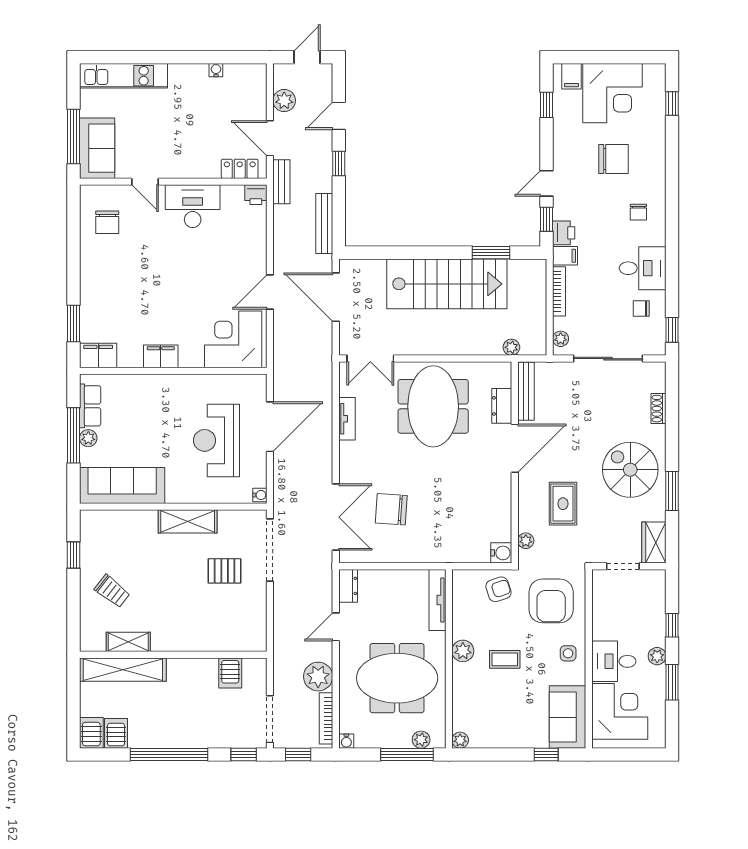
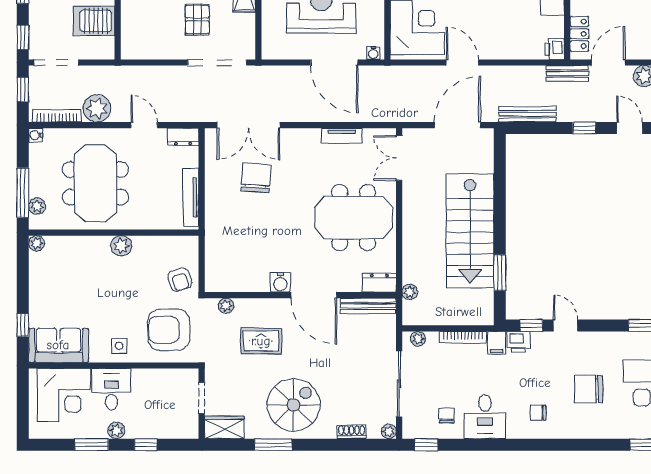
chair: (614, 159) -> (589, 389), turned 90
plant: (658, 369) -> (389, 431), added
dresser: (502, 406) -> (379, 283), moved
water cooler: (260, 495) -> (373, 53), moved
water cooler: (501, 553) -> (280, 282), moved
tv unit: (437, 600) -> (191, 197), moved, turned -90
coffee table: (505, 659) -> (113, 286), removed
server rack: (230, 673) -> (94, 21), width x1.36, depth x1.44

